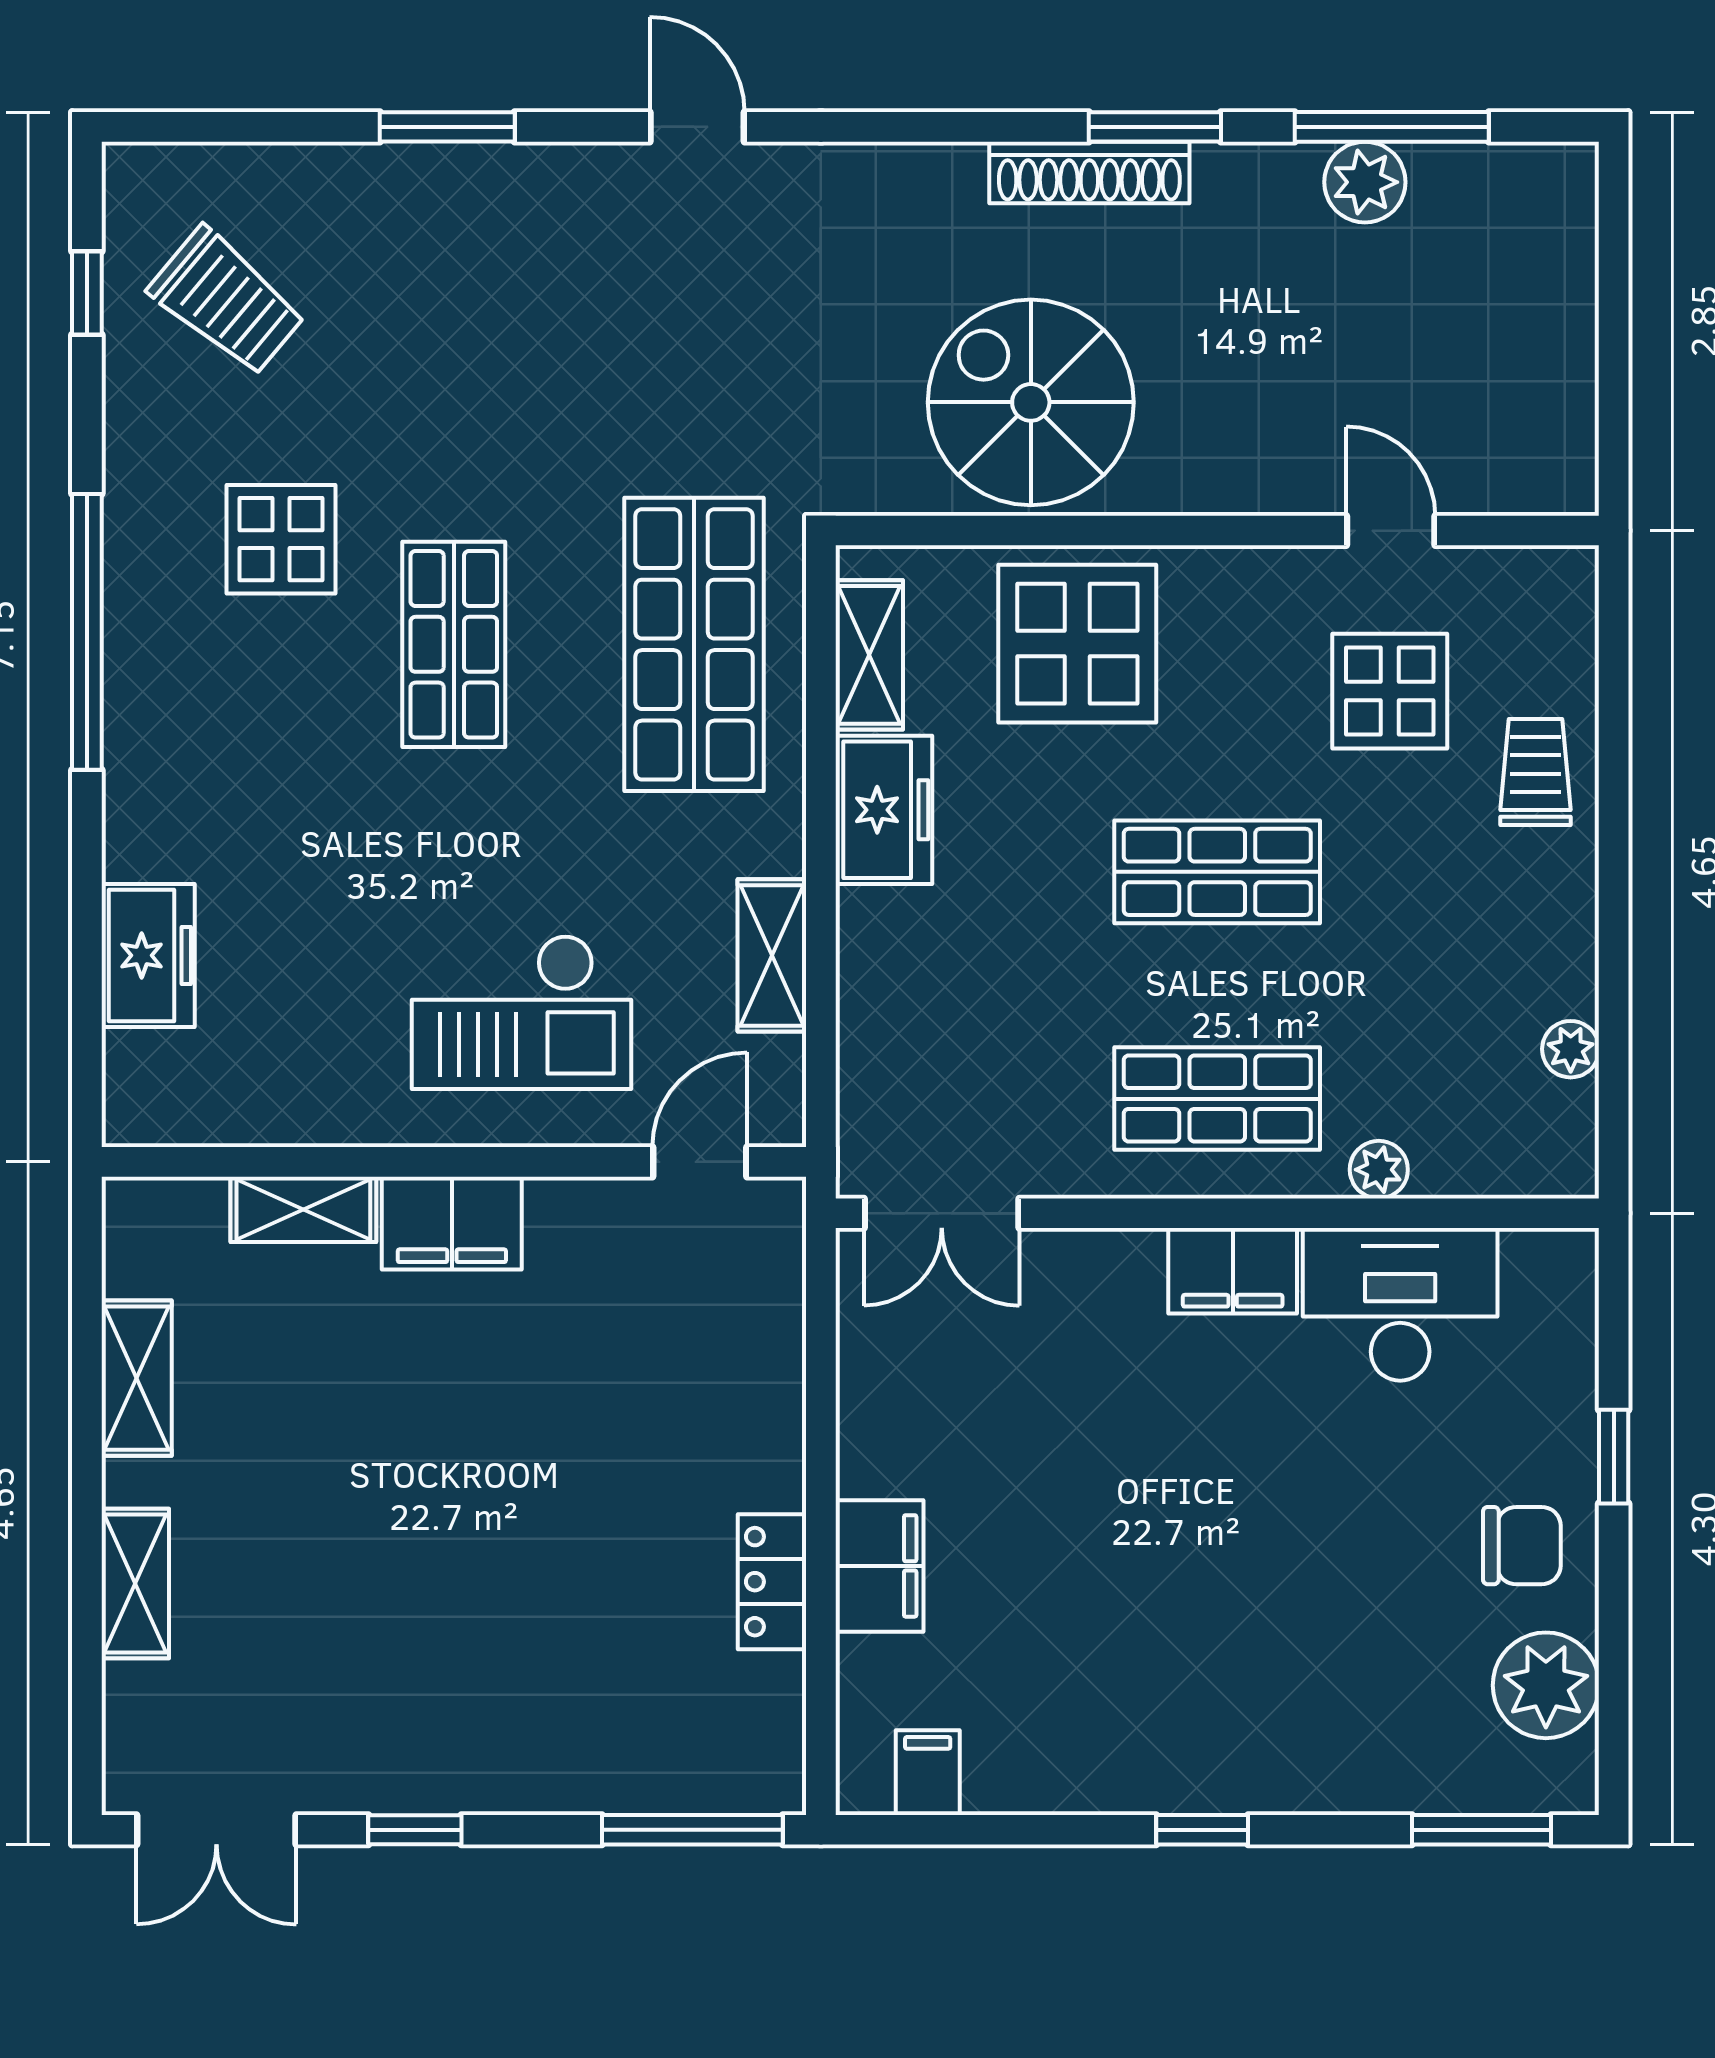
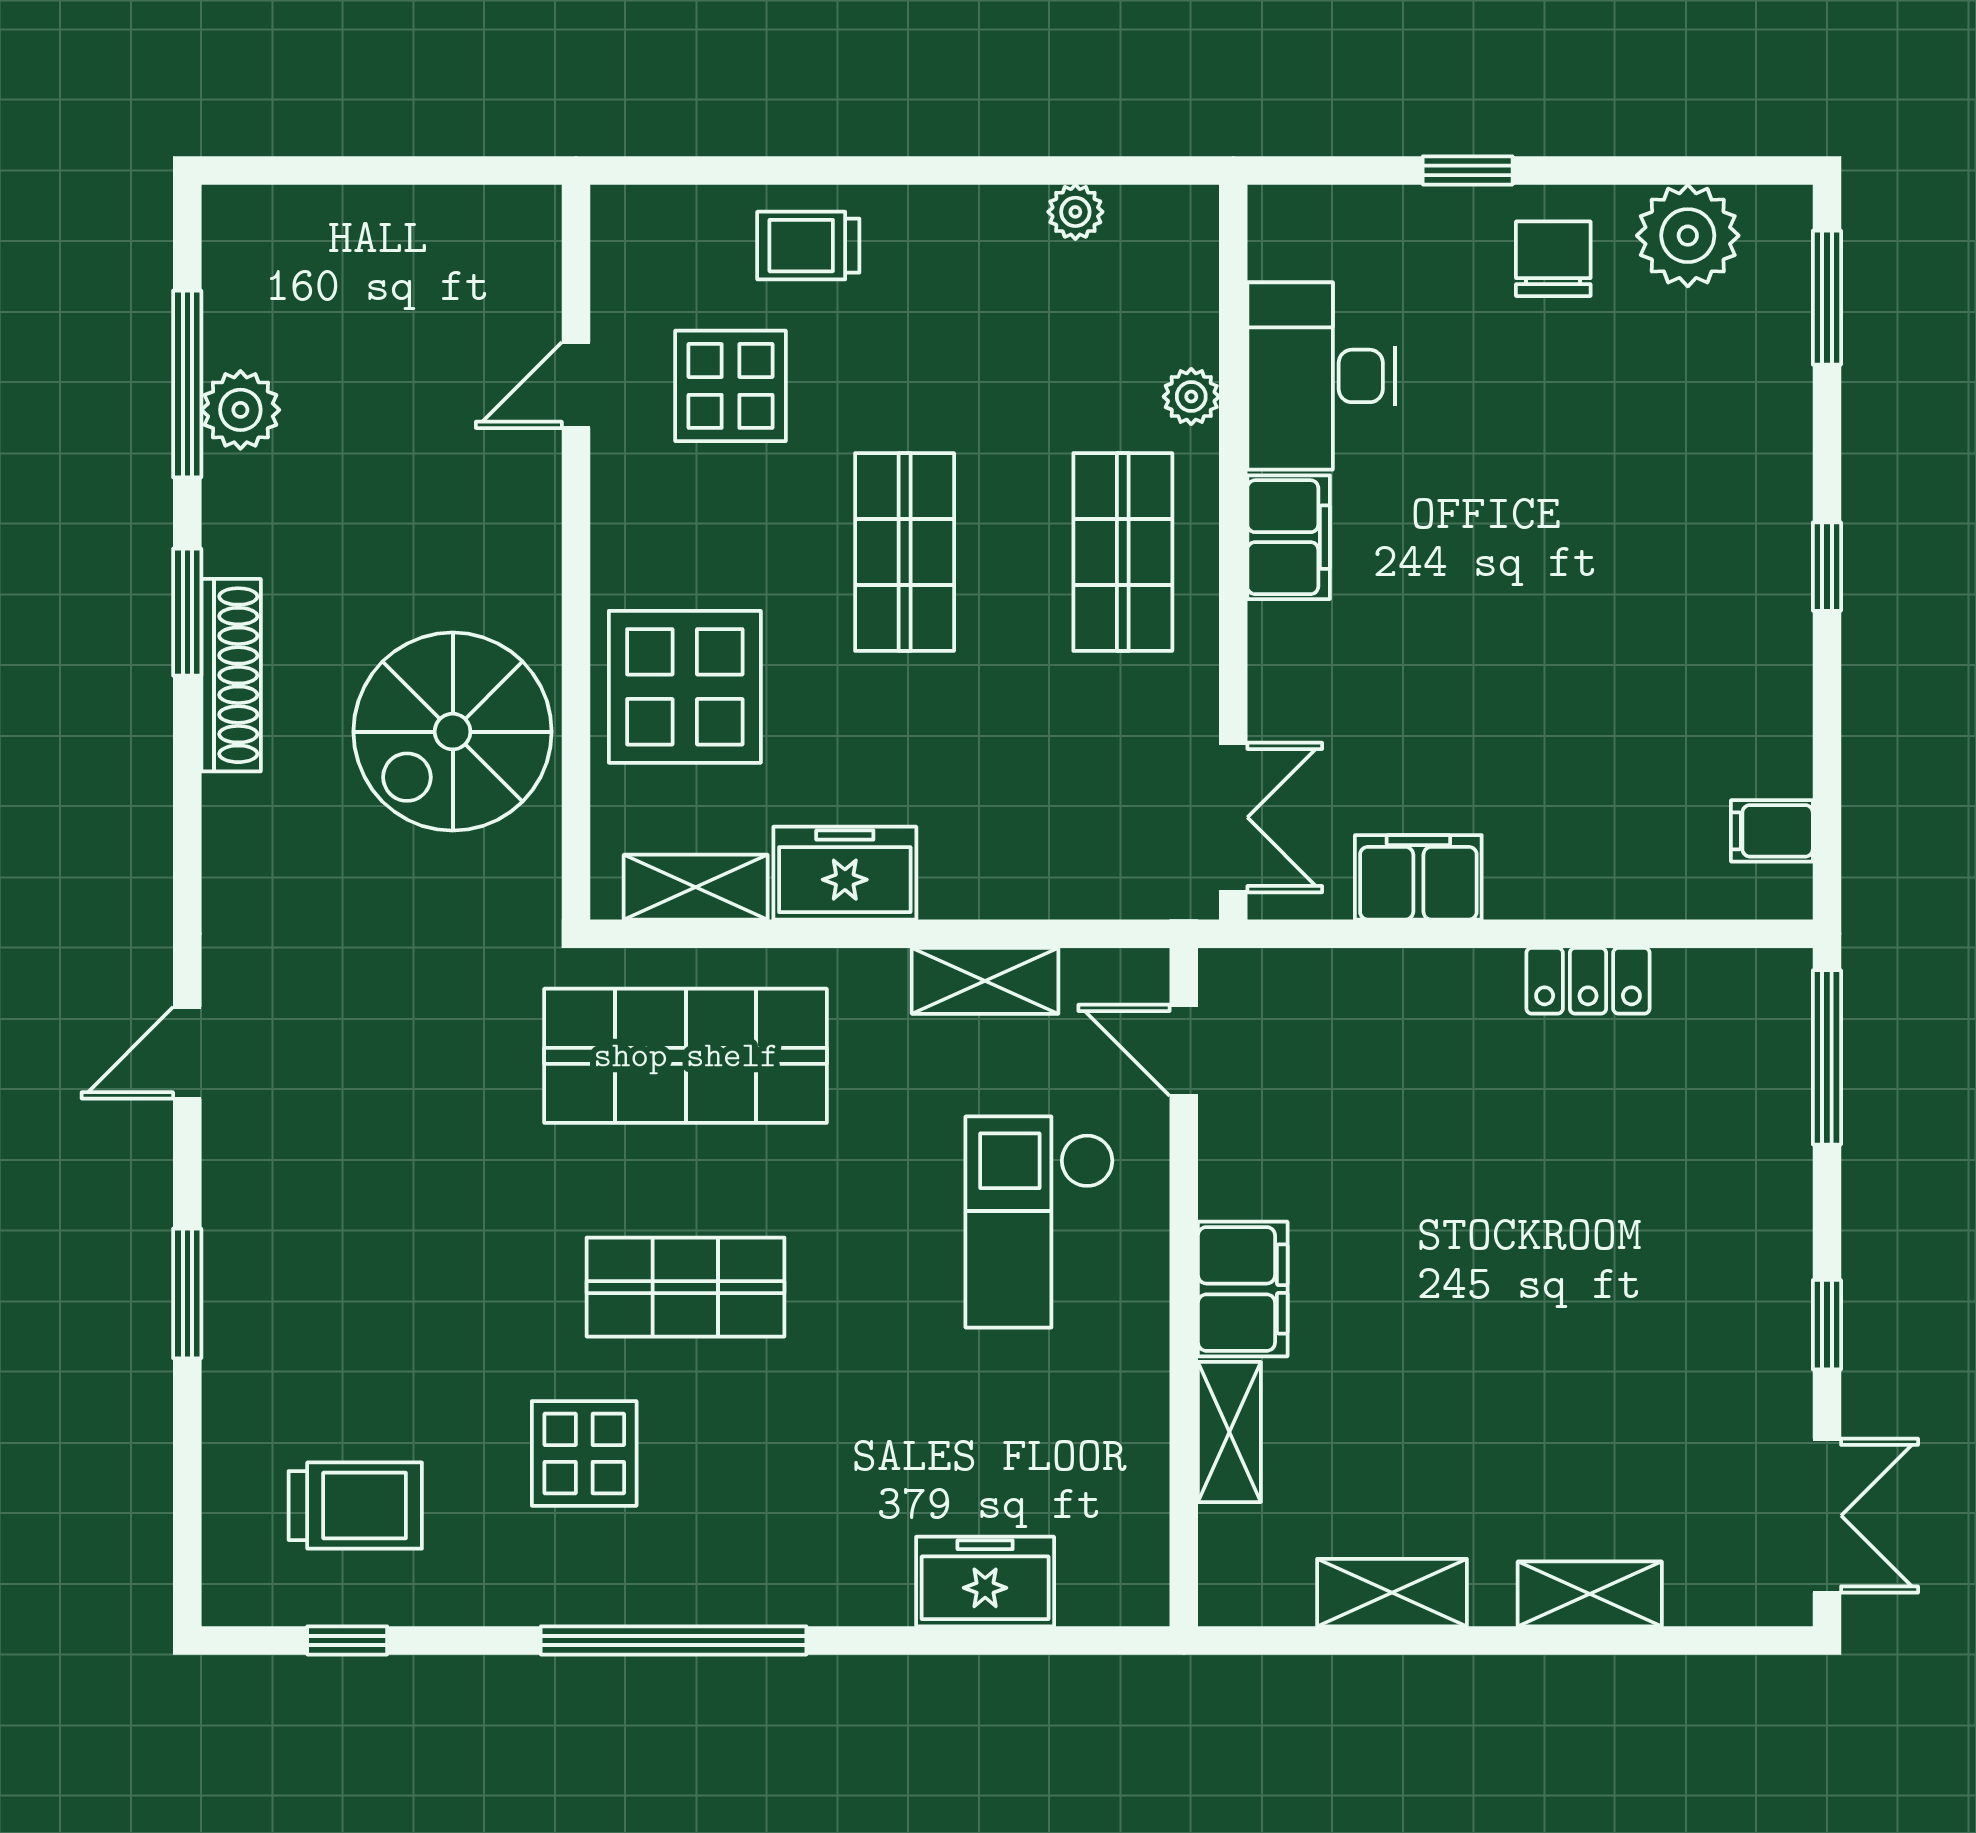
trolley: (227, 301) -> (355, 1506), turned 50
checkout: (521, 1012) -> (1040, 1222), turned 180
filing cabinet: (879, 1566) -> (1418, 877), moved

